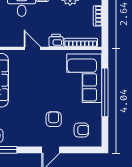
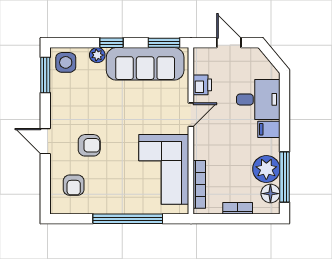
printer: (56, 40) -> (202, 85), moved
corner sofa: (84, 78) -> (164, 169), moved, turned -90

